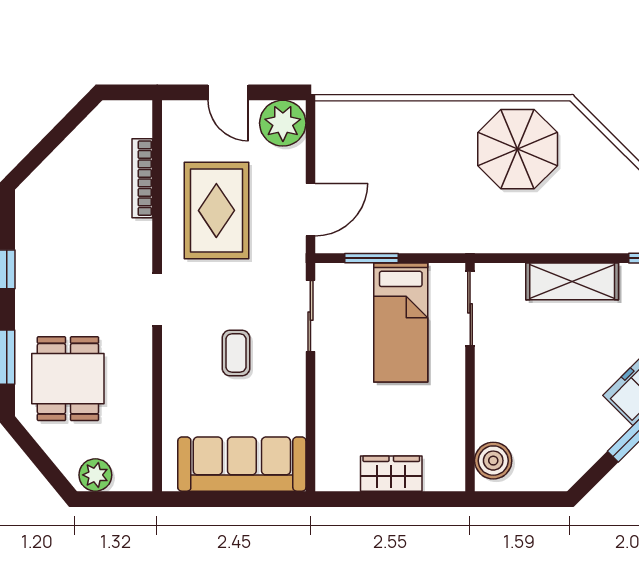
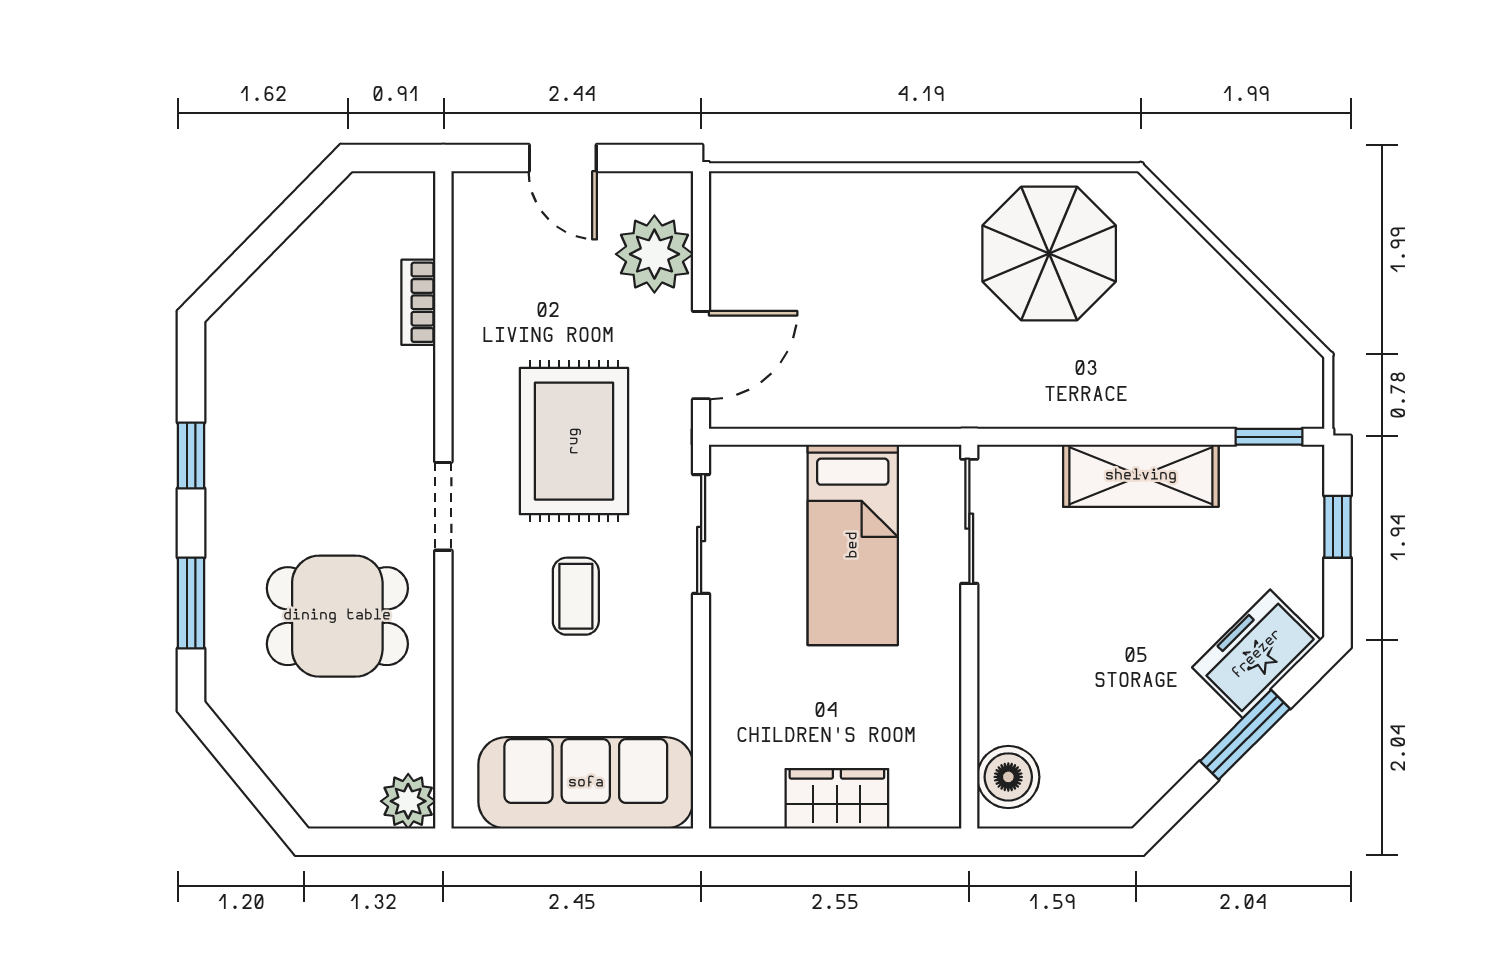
plant: (283, 123) -> (654, 254), moved
bookcase: (142, 178) -> (418, 302), width x0.64
rug: (216, 210) -> (574, 441), moved
window: (372, 258) -> (804, 437), removed
dining table: (68, 379) -> (337, 616), moved, turned 90
plant: (95, 475) -> (408, 801), moved

